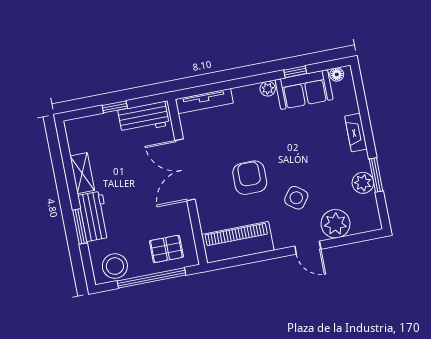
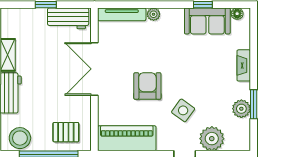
plant: (268, 89) -> (154, 14), moved

